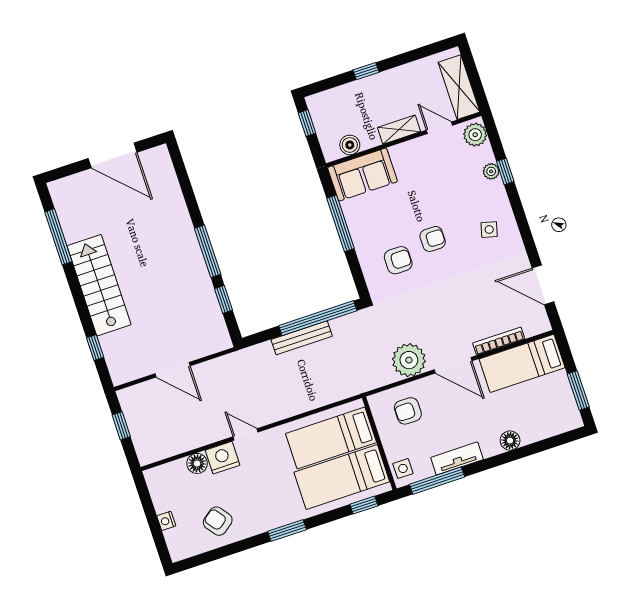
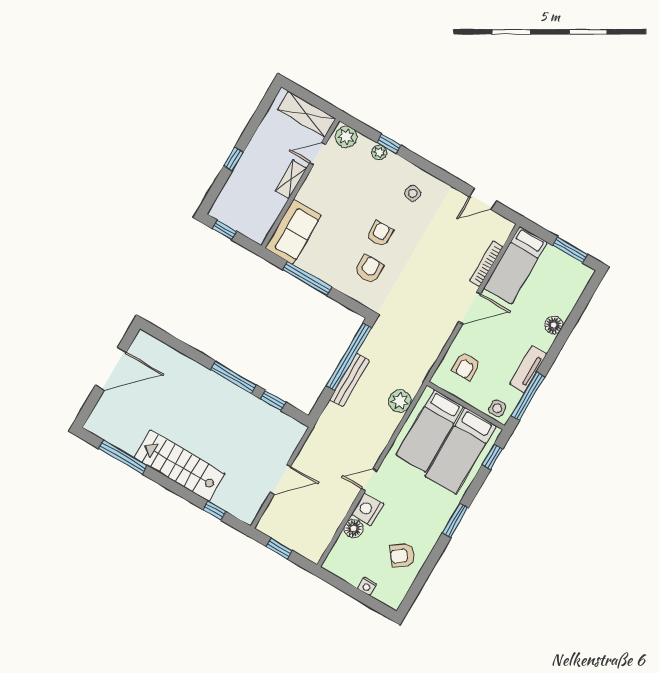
boiler: (350, 145) -> (267, 219), removed
door: (543, 285) -> (483, 199), width x0.73
plant: (409, 360) -> (400, 401), moved, width x0.73, depth x0.73

